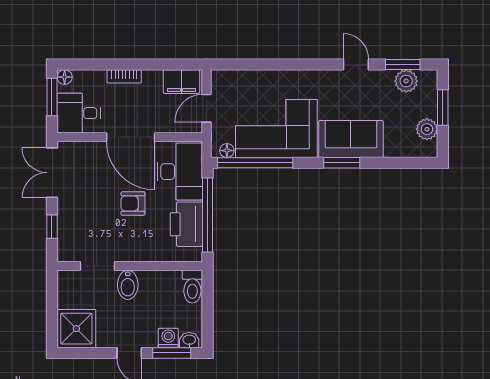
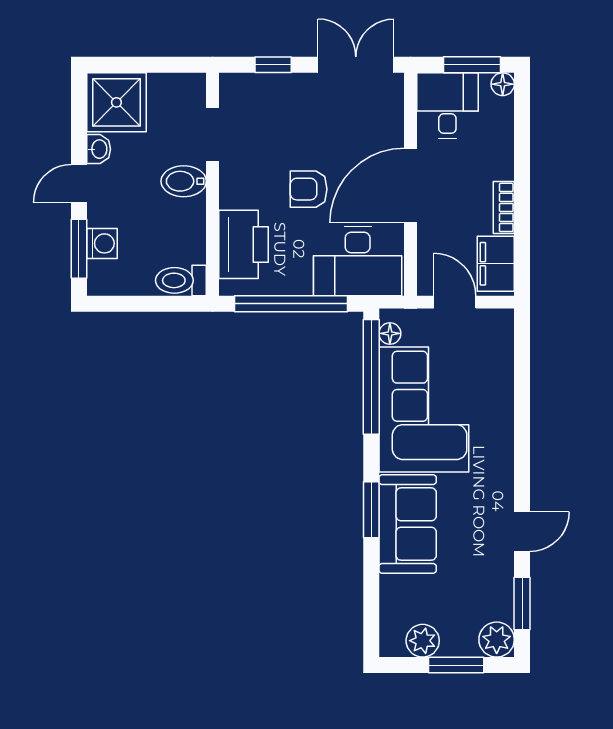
bookcase: (124, 76) -> (504, 207), moved
plant: (406, 81) -> (497, 640), moved
armchair: (133, 203) -> (309, 189), turned -90
printer: (186, 224) -> (243, 244), moved, turned 90
washbasin: (189, 340) -> (99, 149), moved

